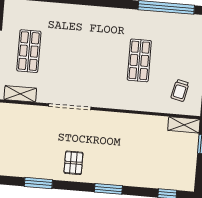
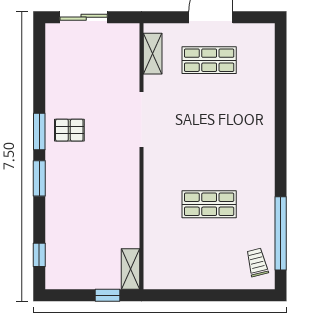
trolley: (180, 90) -> (257, 262), moved, turned 63
window: (38, 183) -> (39, 132), moved

